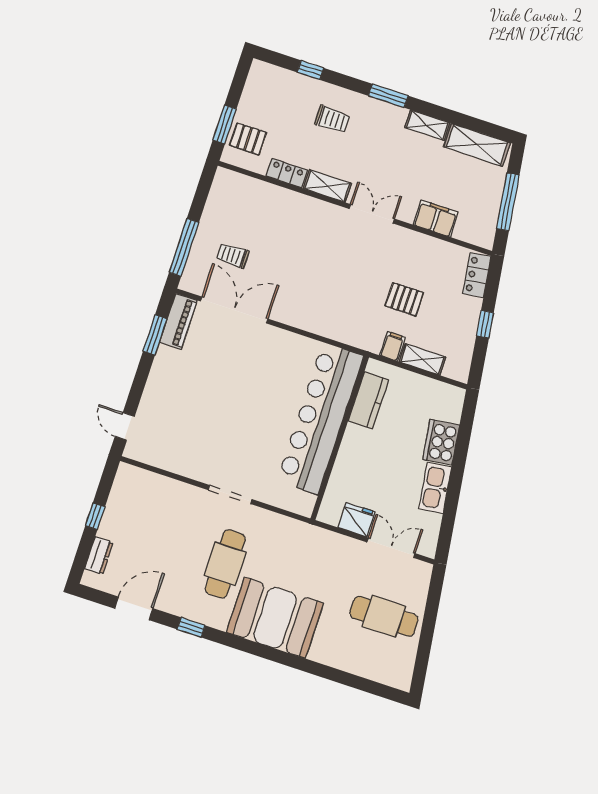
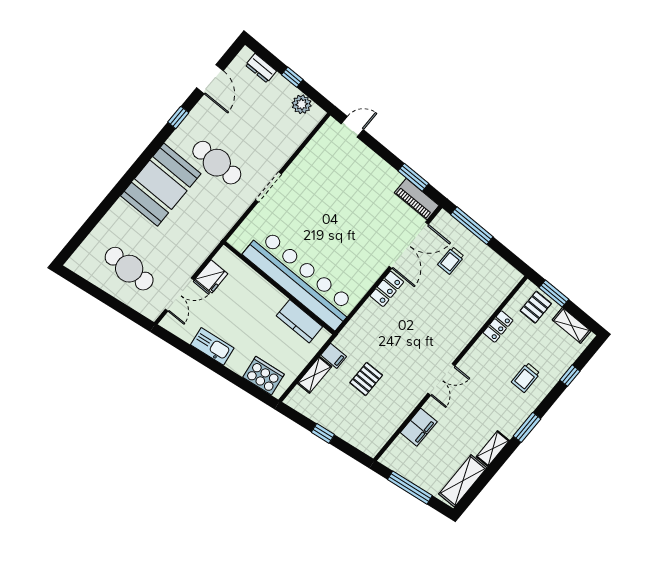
shelving: (327, 186) -> (571, 325), moved, turned 90
trolley: (233, 256) -> (451, 261), turned 180
locker: (477, 275) -> (387, 289), moved, turned 98
cooker: (441, 442) -> (264, 376), moved
plant: (122, 494) -> (302, 104), added
cafe table: (384, 616) -> (129, 269), turned 90

